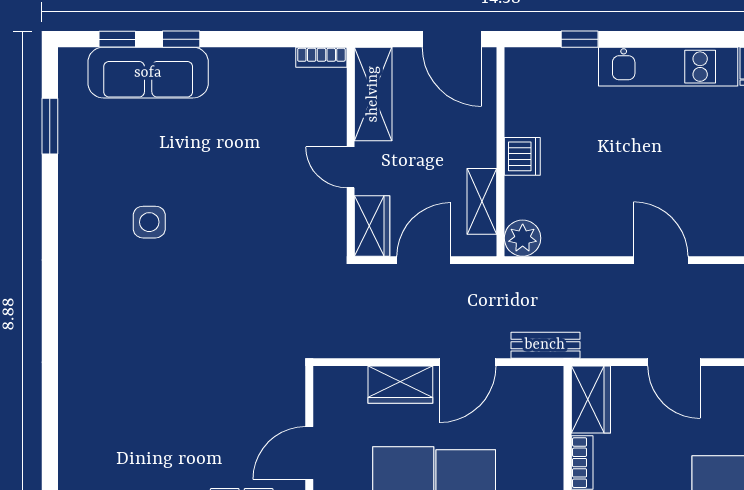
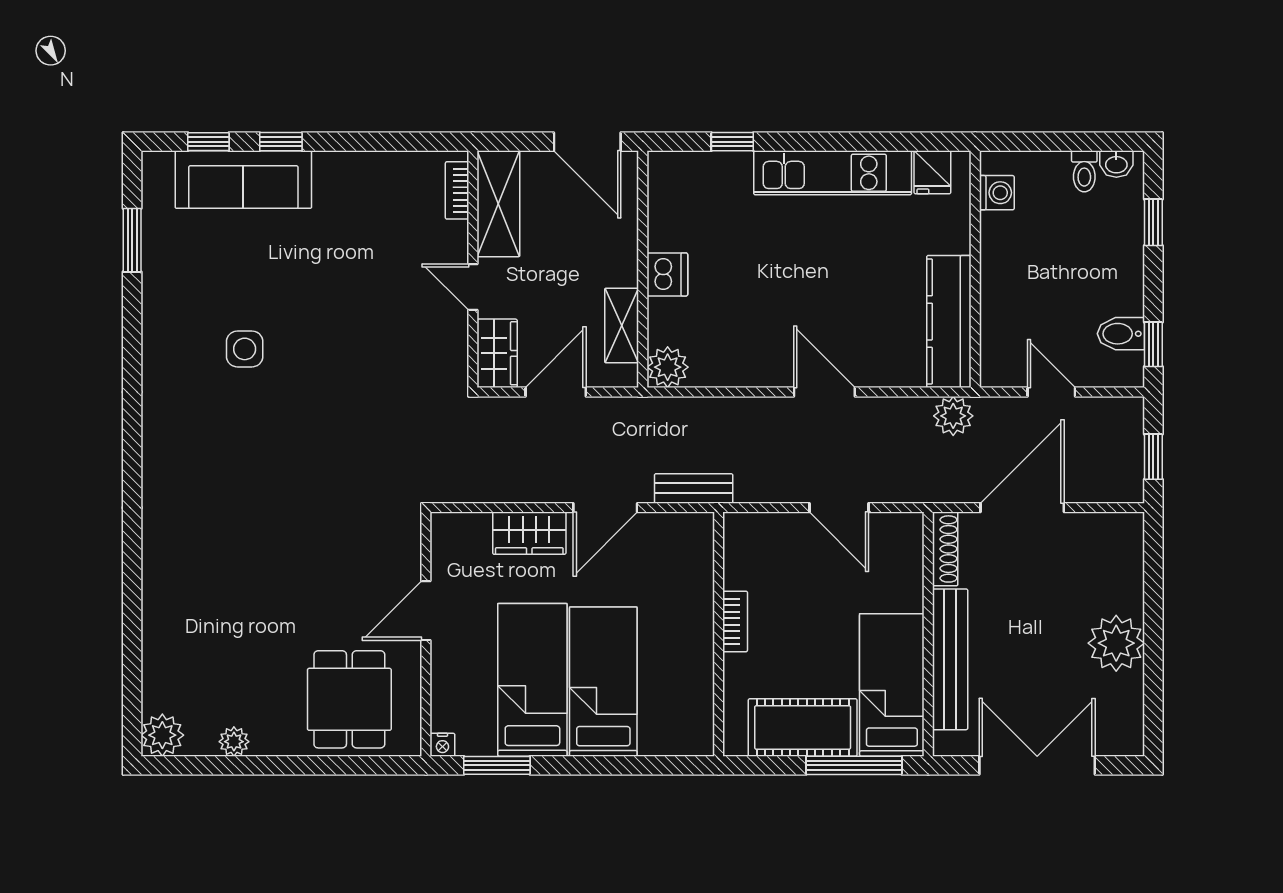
bookcase: (321, 57) -> (457, 190), moved, turned 90
wardrobe: (591, 400) -> (745, 550), removed

